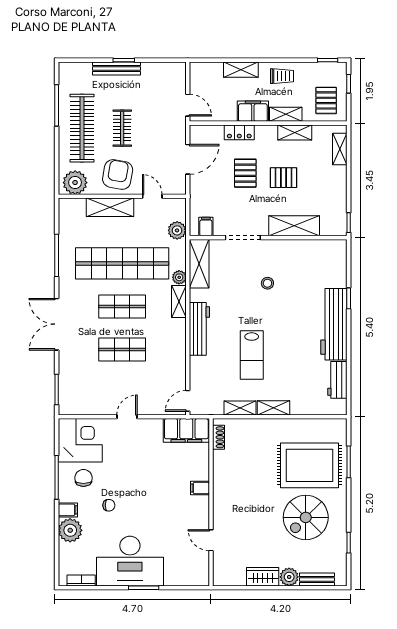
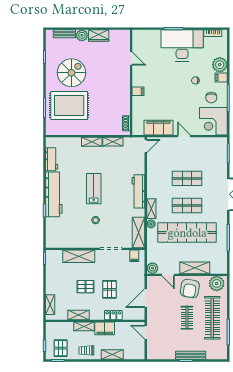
pallet: (326, 100) -> (61, 348), moved
plant: (177, 230) -> (152, 268), moved
lab bench: (252, 355) -> (94, 189), moved
door: (127, 417) -> (184, 136), swing flipped
filing cabinet: (186, 430) -> (158, 128), moved

